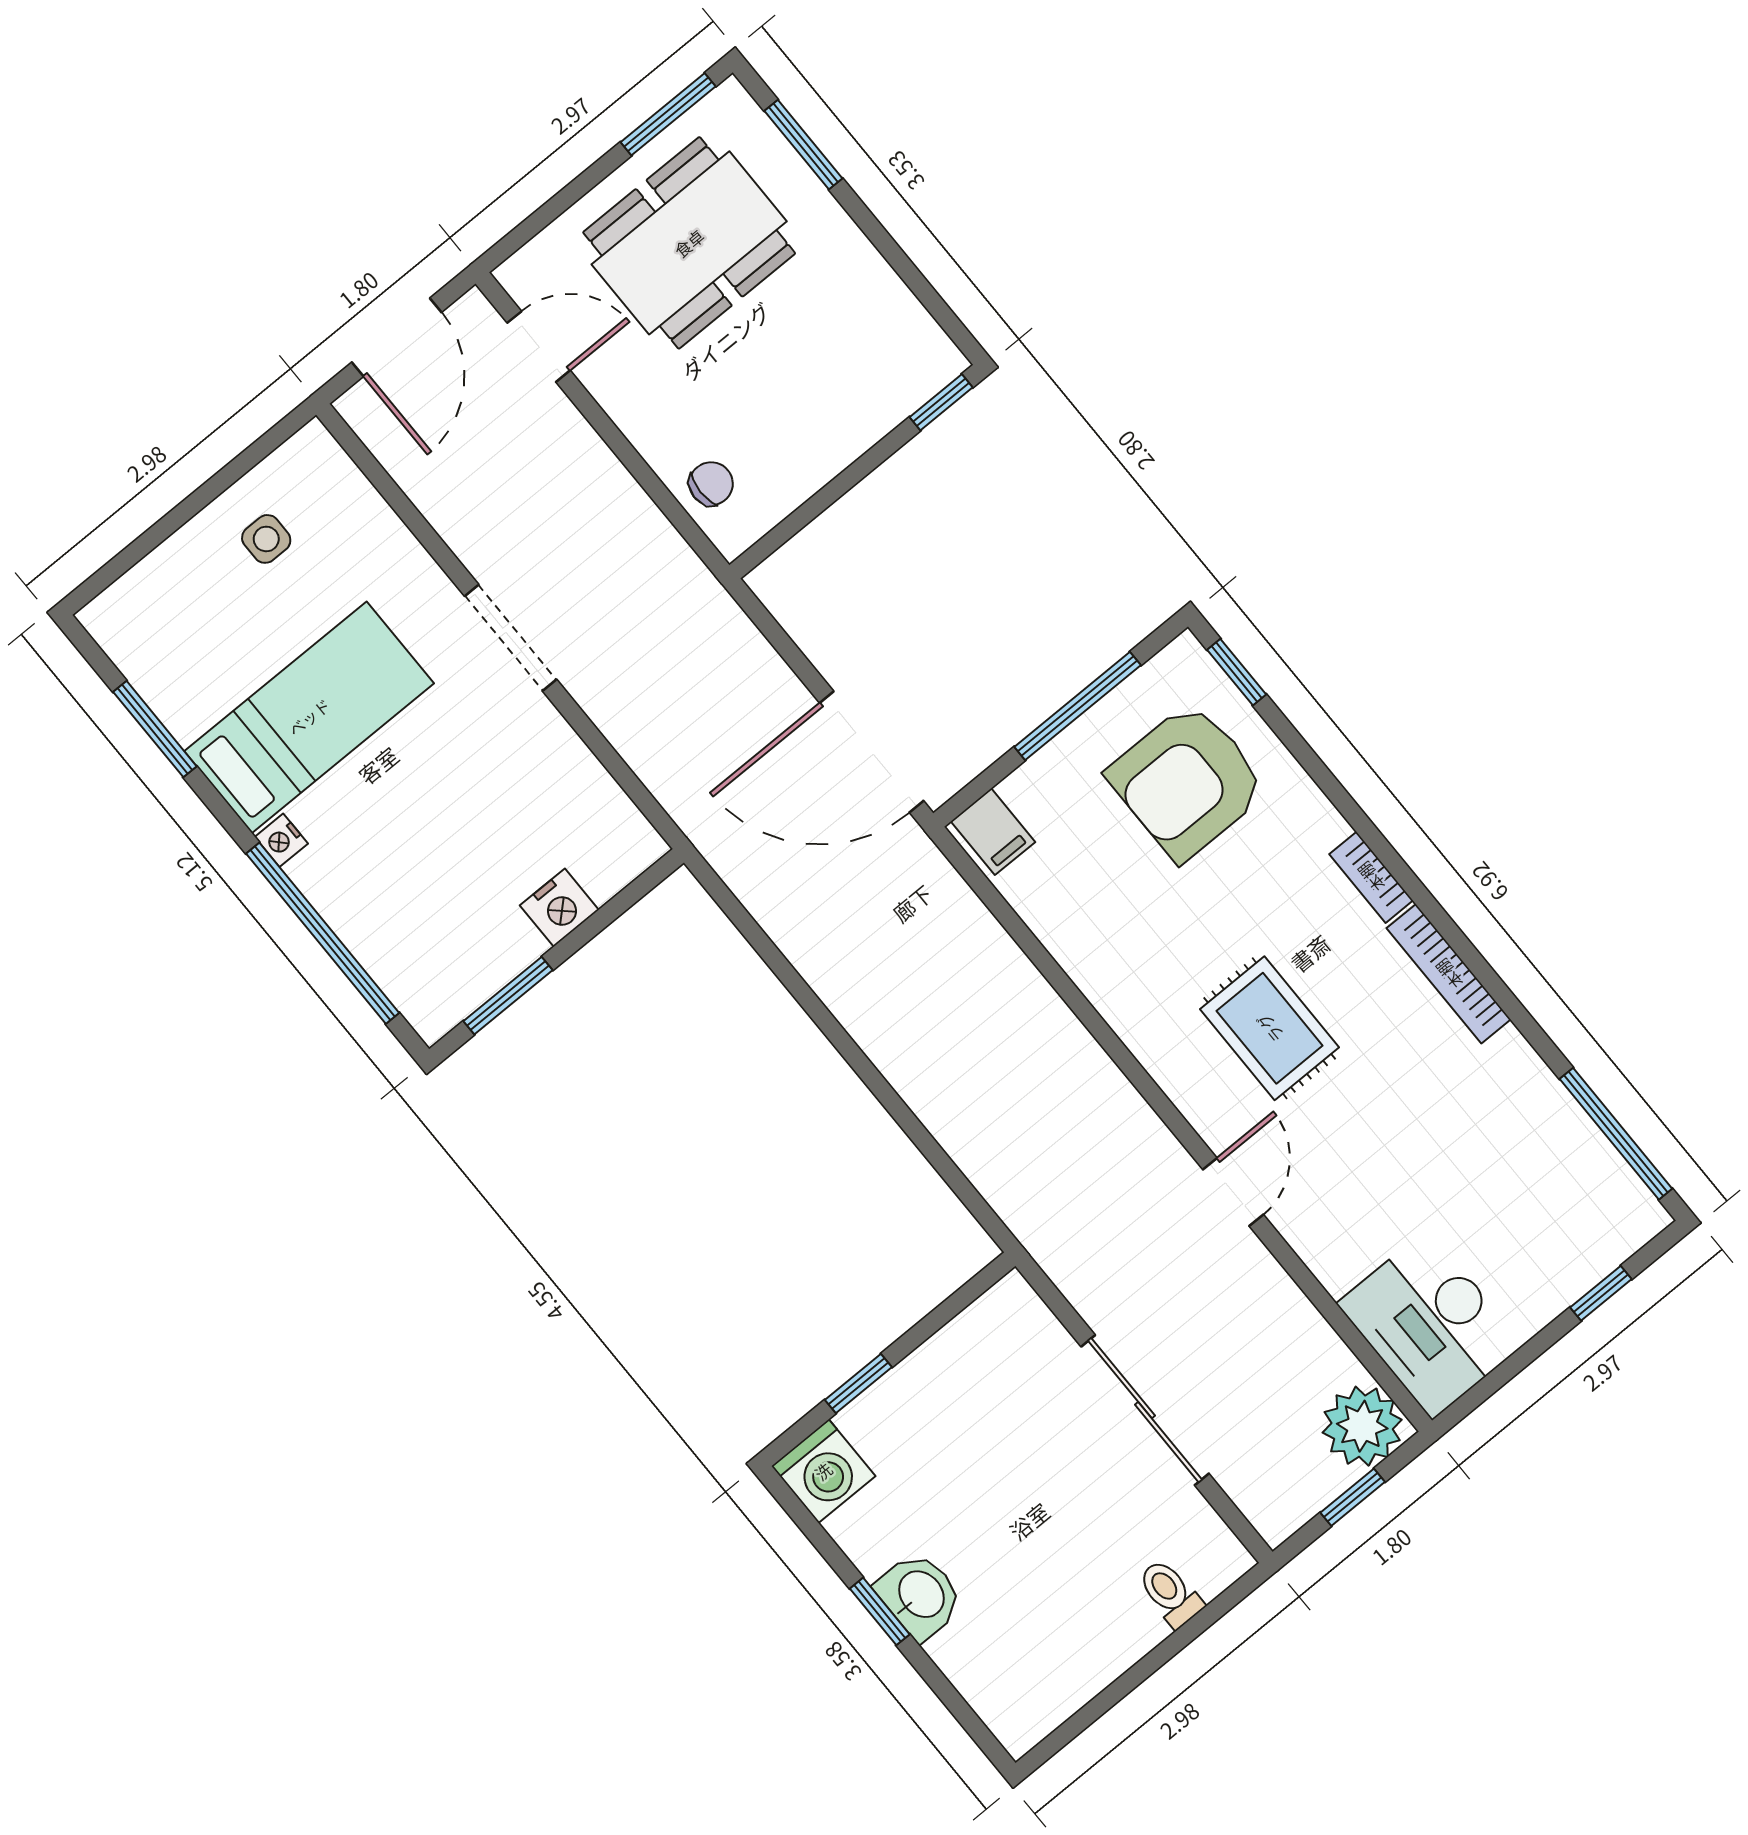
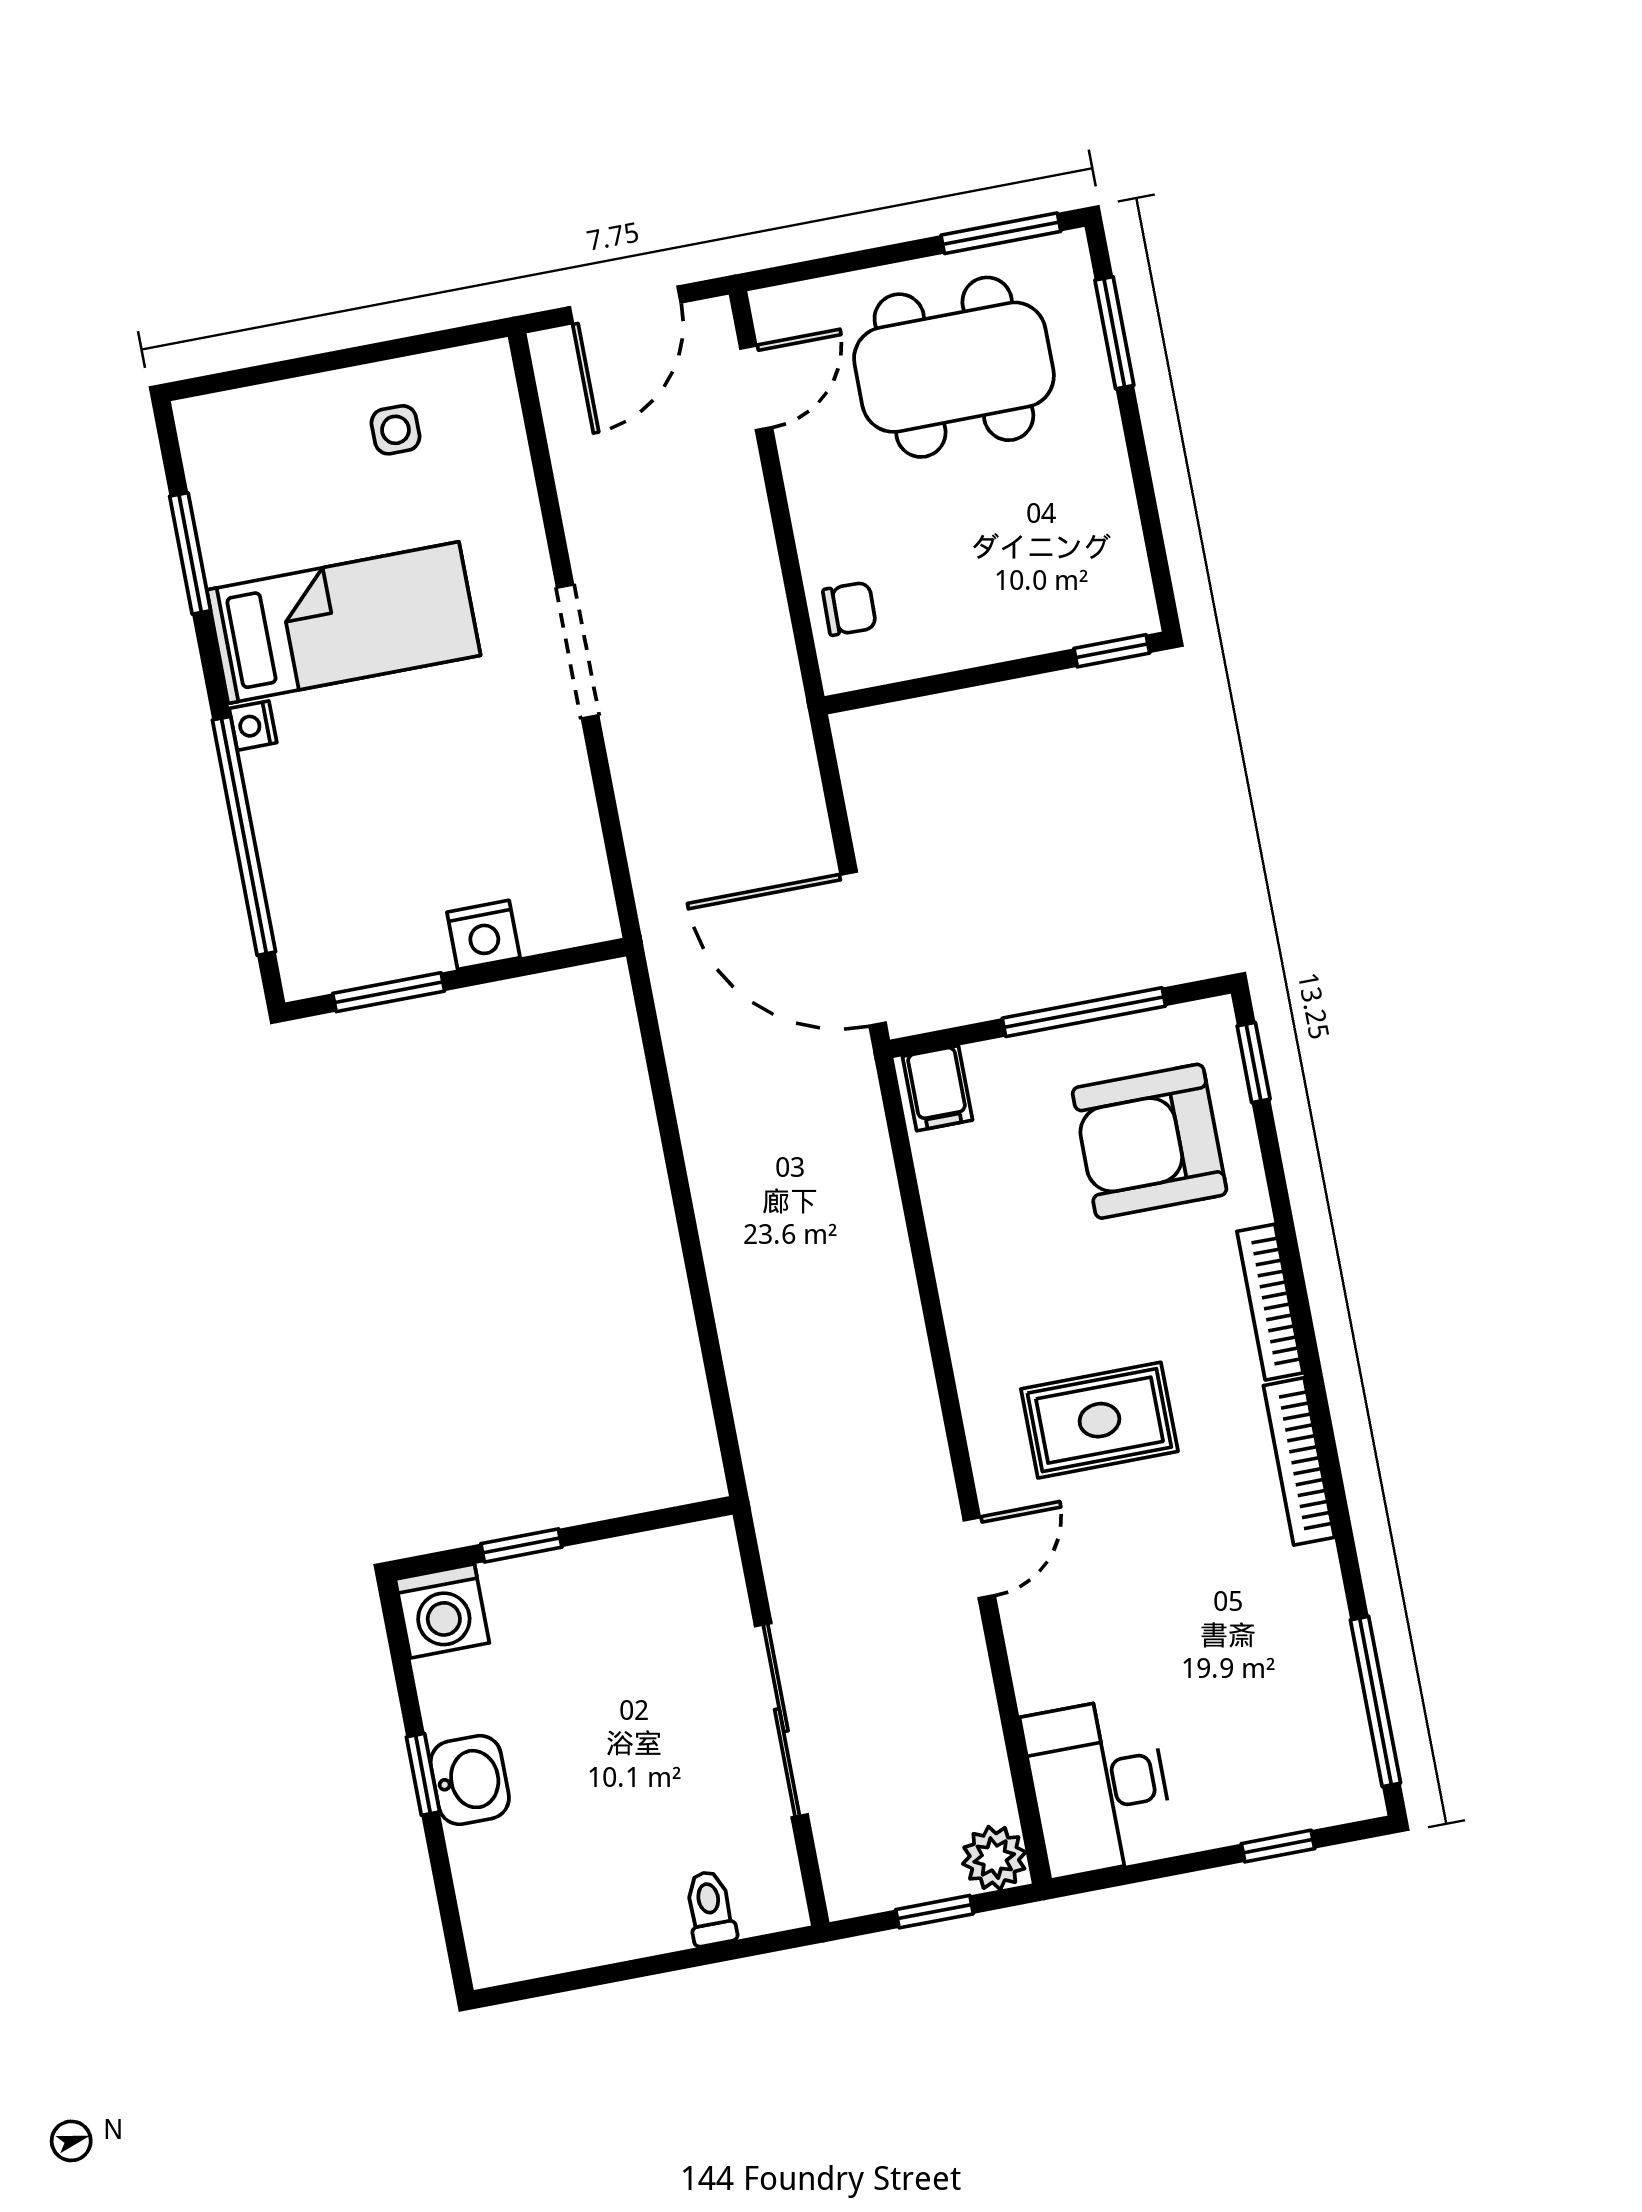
door: (539, 347) -> (756, 388), hinge flipped
bookcase: (1371, 877) -> (1270, 1302), width x1.56
rug: (1270, 1028) -> (1099, 1420), turned 90
plant: (1362, 1426) -> (994, 1858), width x0.73, depth x0.73

